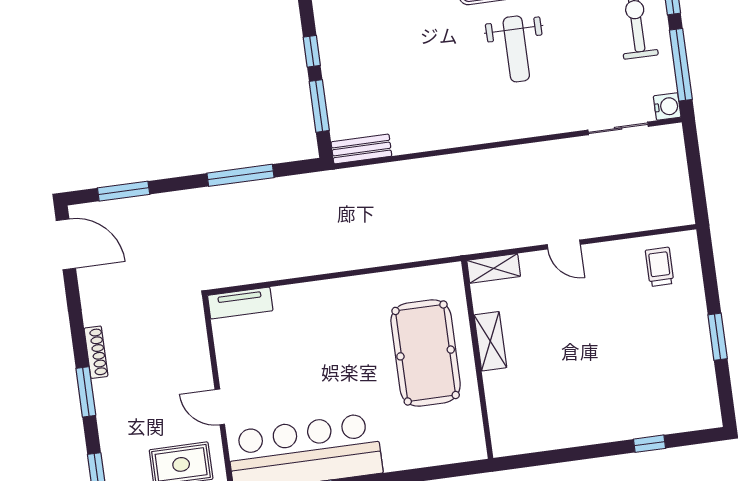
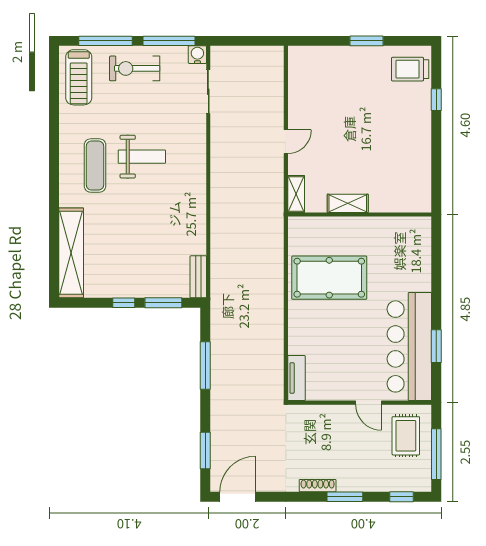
trolley: (660, 267) -> (410, 69), moved, width x1.36, depth x1.39
pool table: (426, 353) -> (329, 278), moved
door: (220, 407) -> (368, 403), hinge flipped

